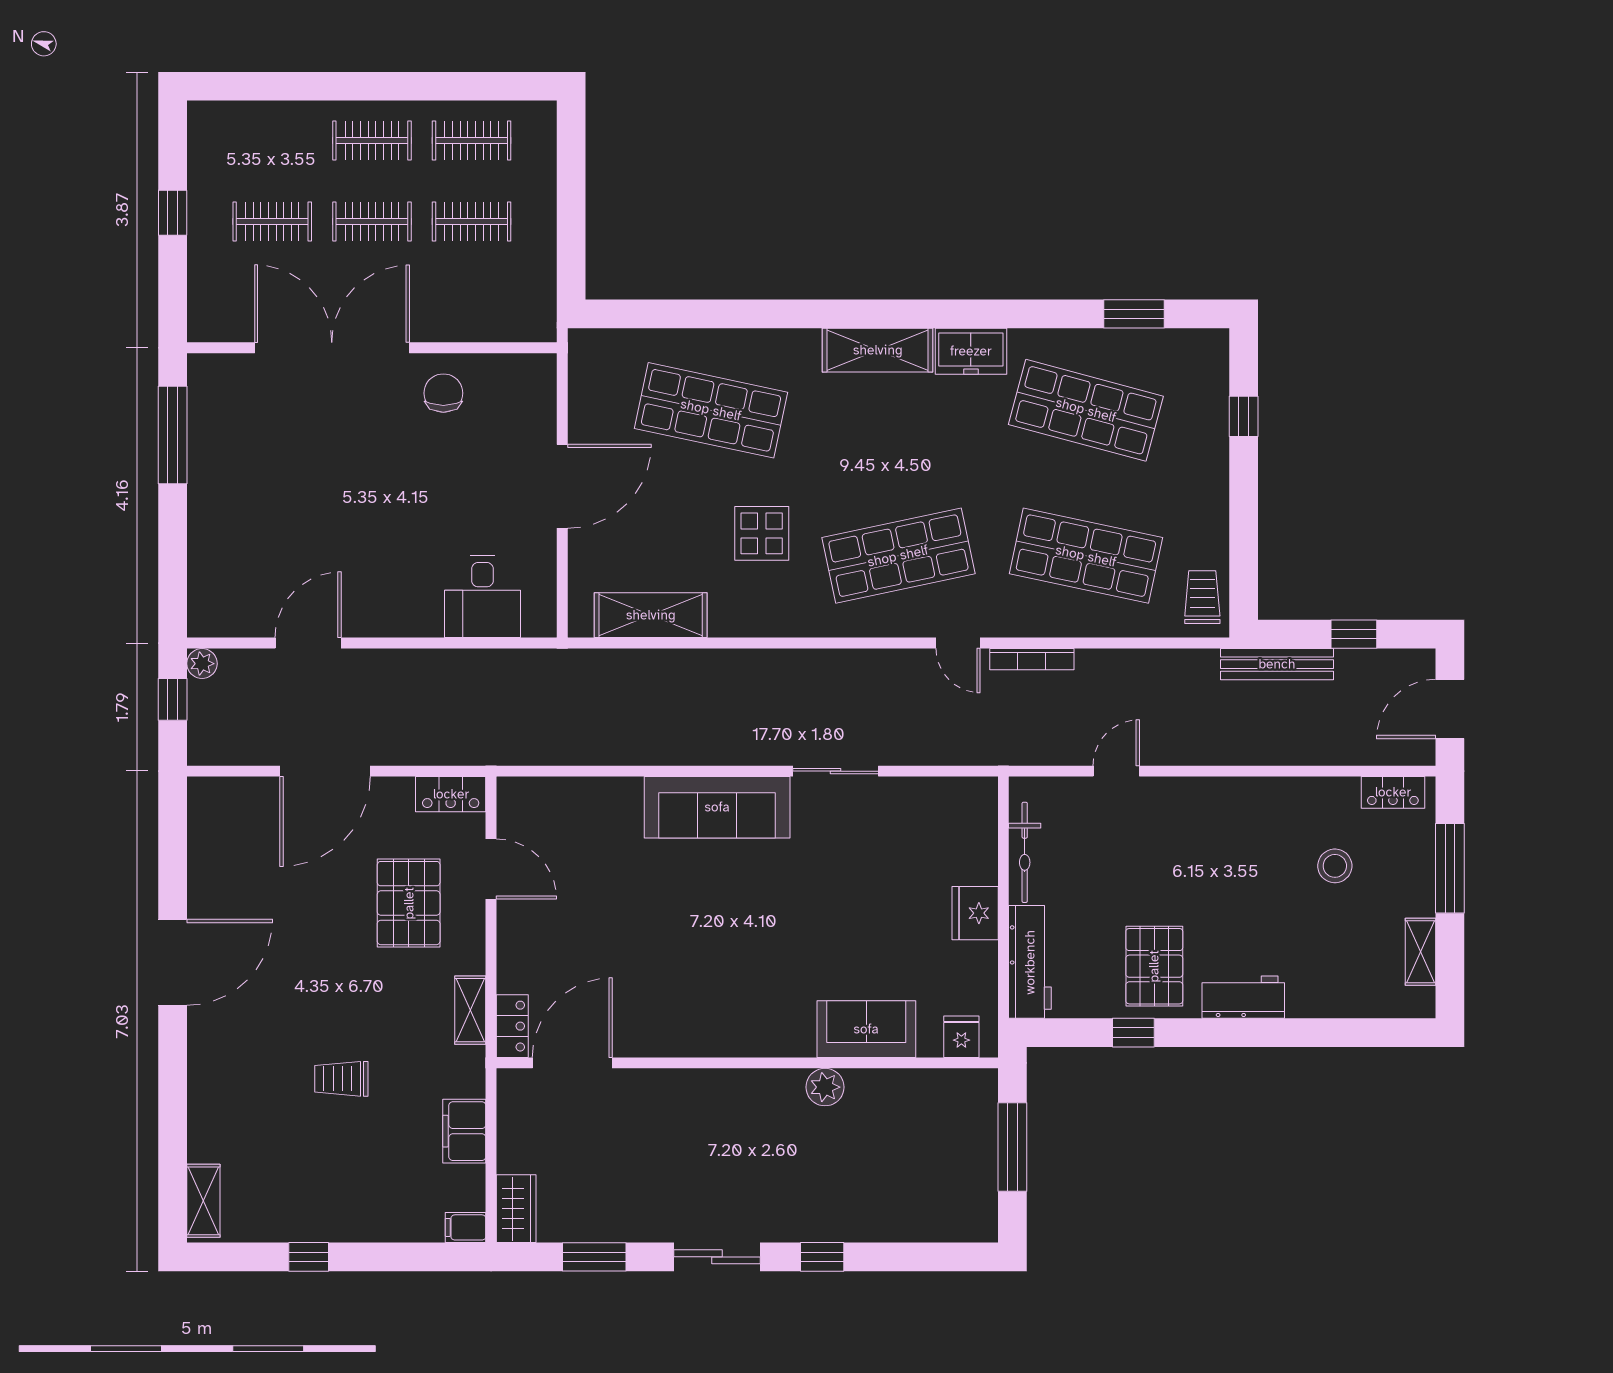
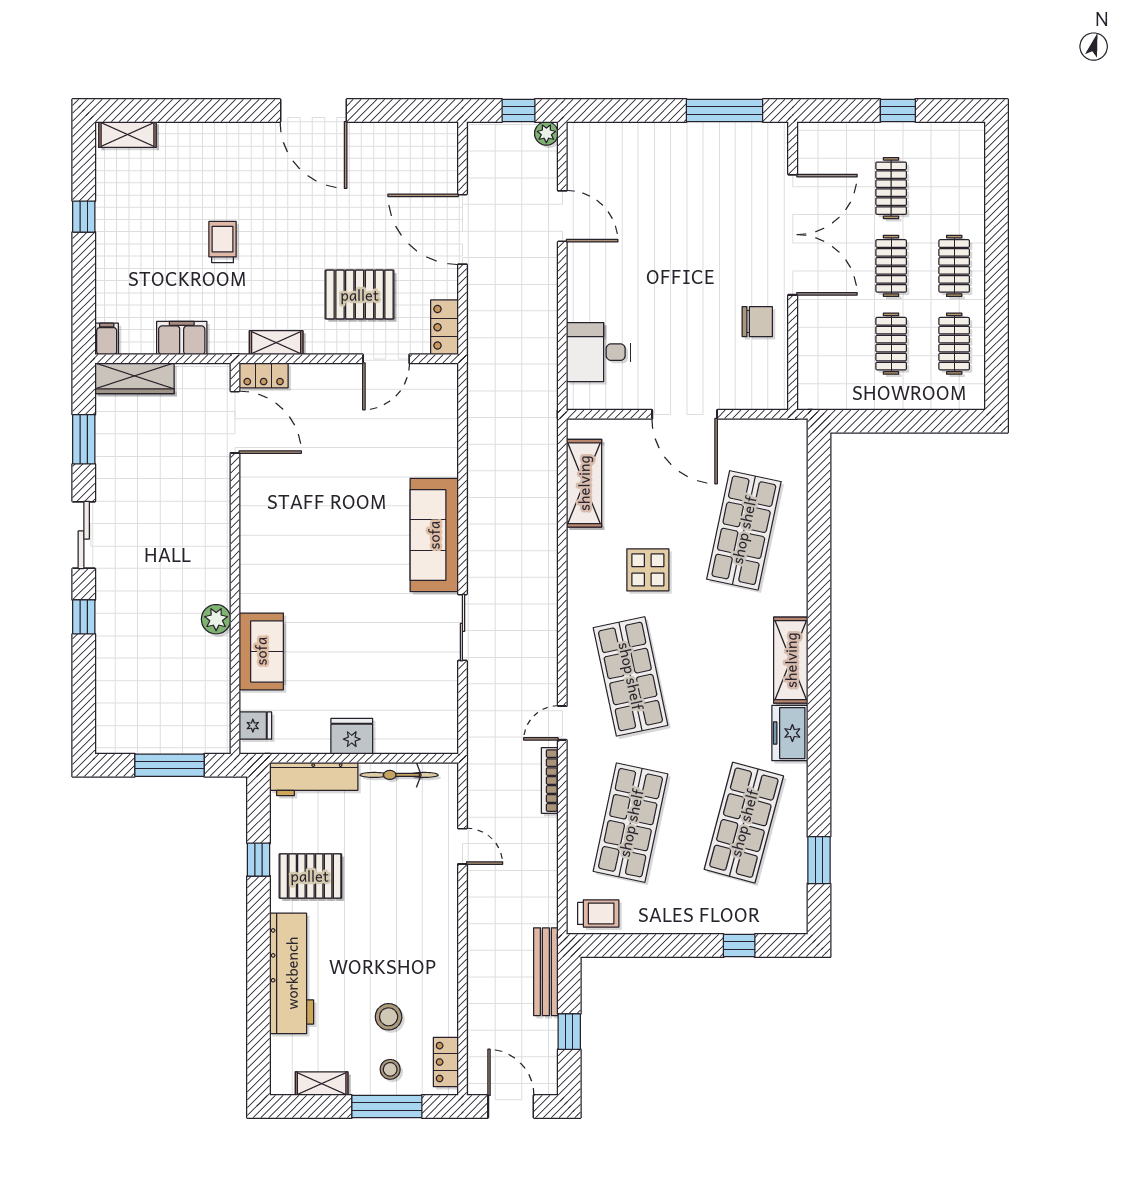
stool: (1402, 864) -> (390, 1069), added
workbench: (1243, 997) -> (292, 973), width x1.88, depth x1.32
wardrobe: (516, 1209) -> (135, 378), width x1.50

